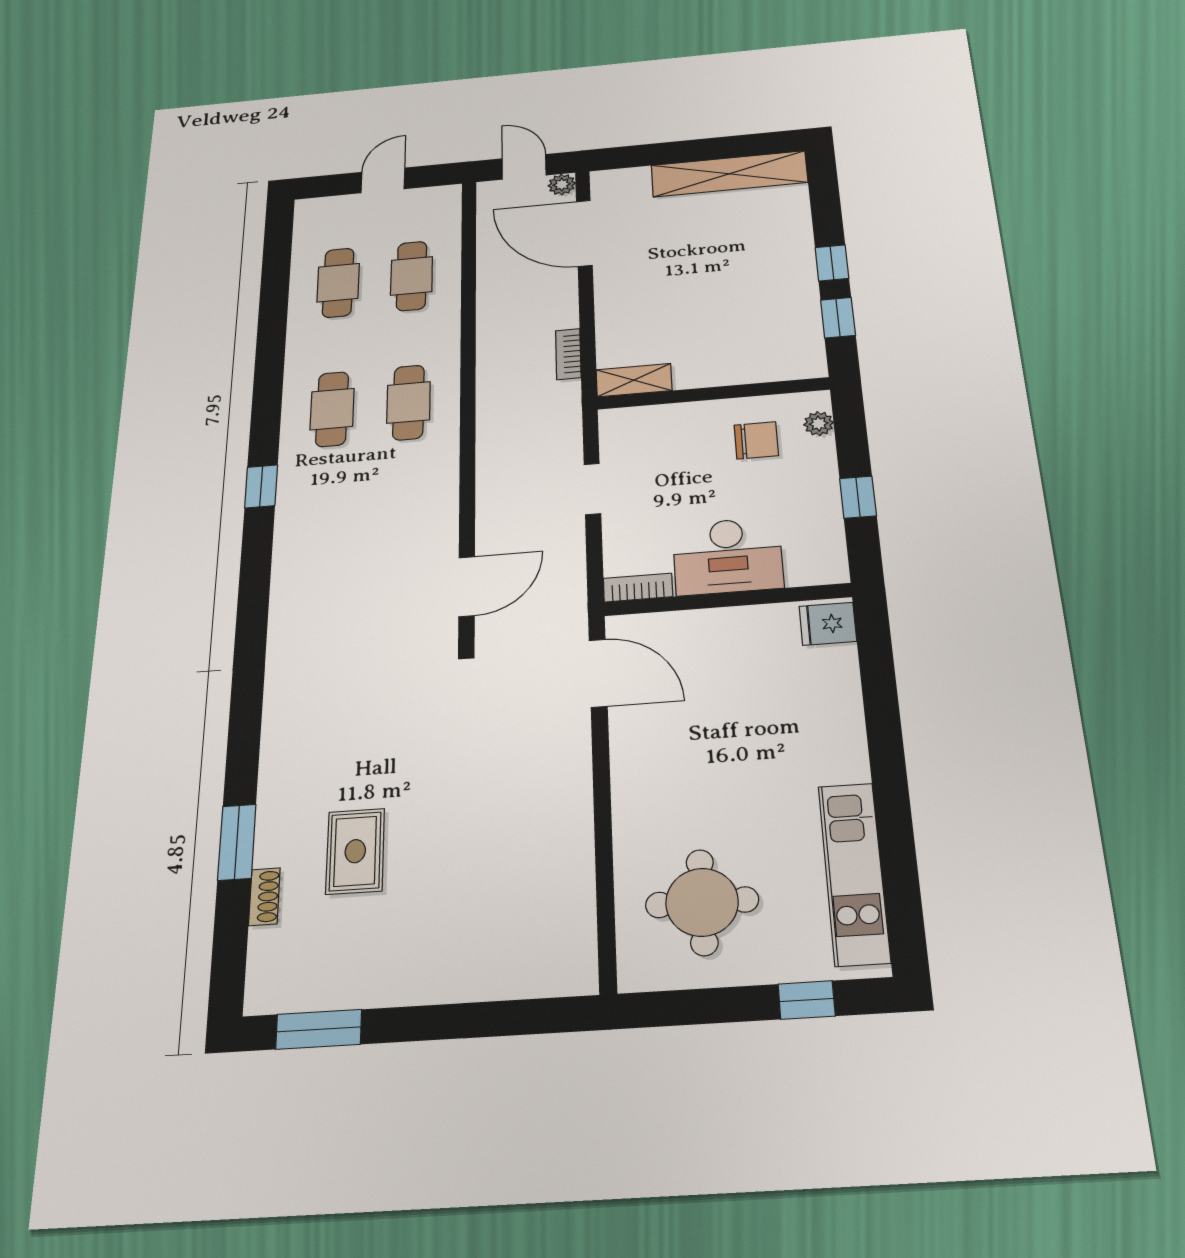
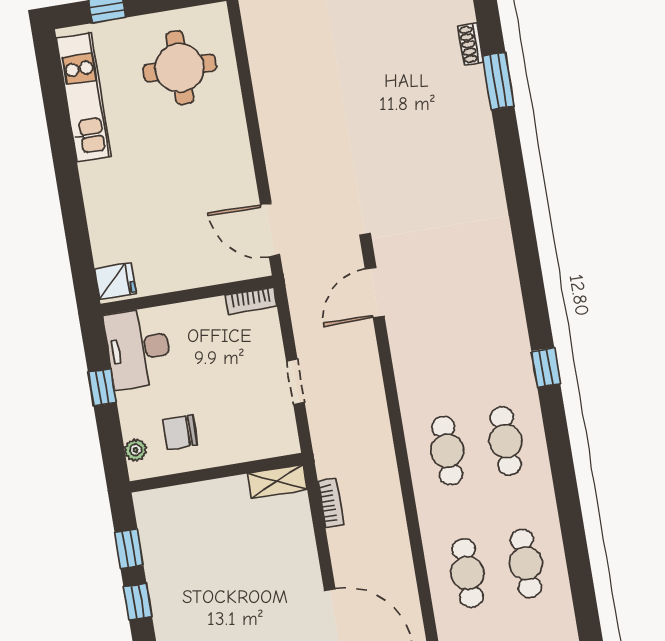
desk: (728, 556) -> (138, 348), moved, turned -90
rug: (355, 851) -> (415, 82), removed

